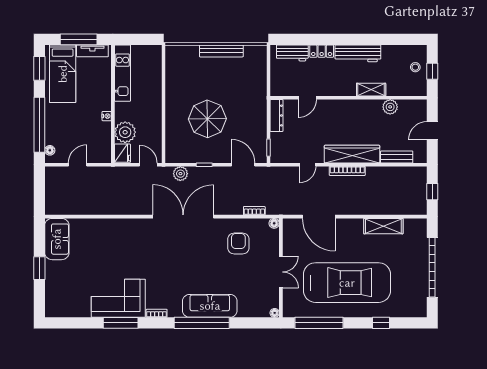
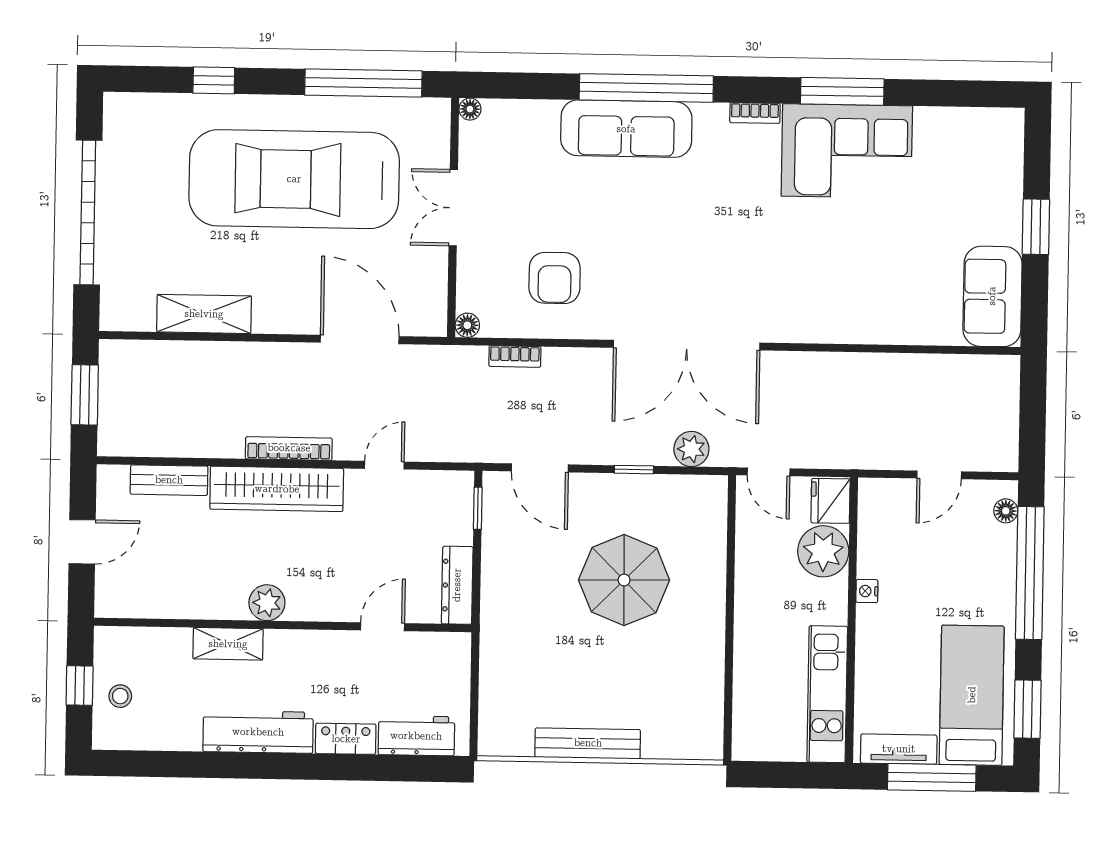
plant: (390, 107) -> (267, 603), moved
window: (432, 192) -> (85, 395), width x1.50

